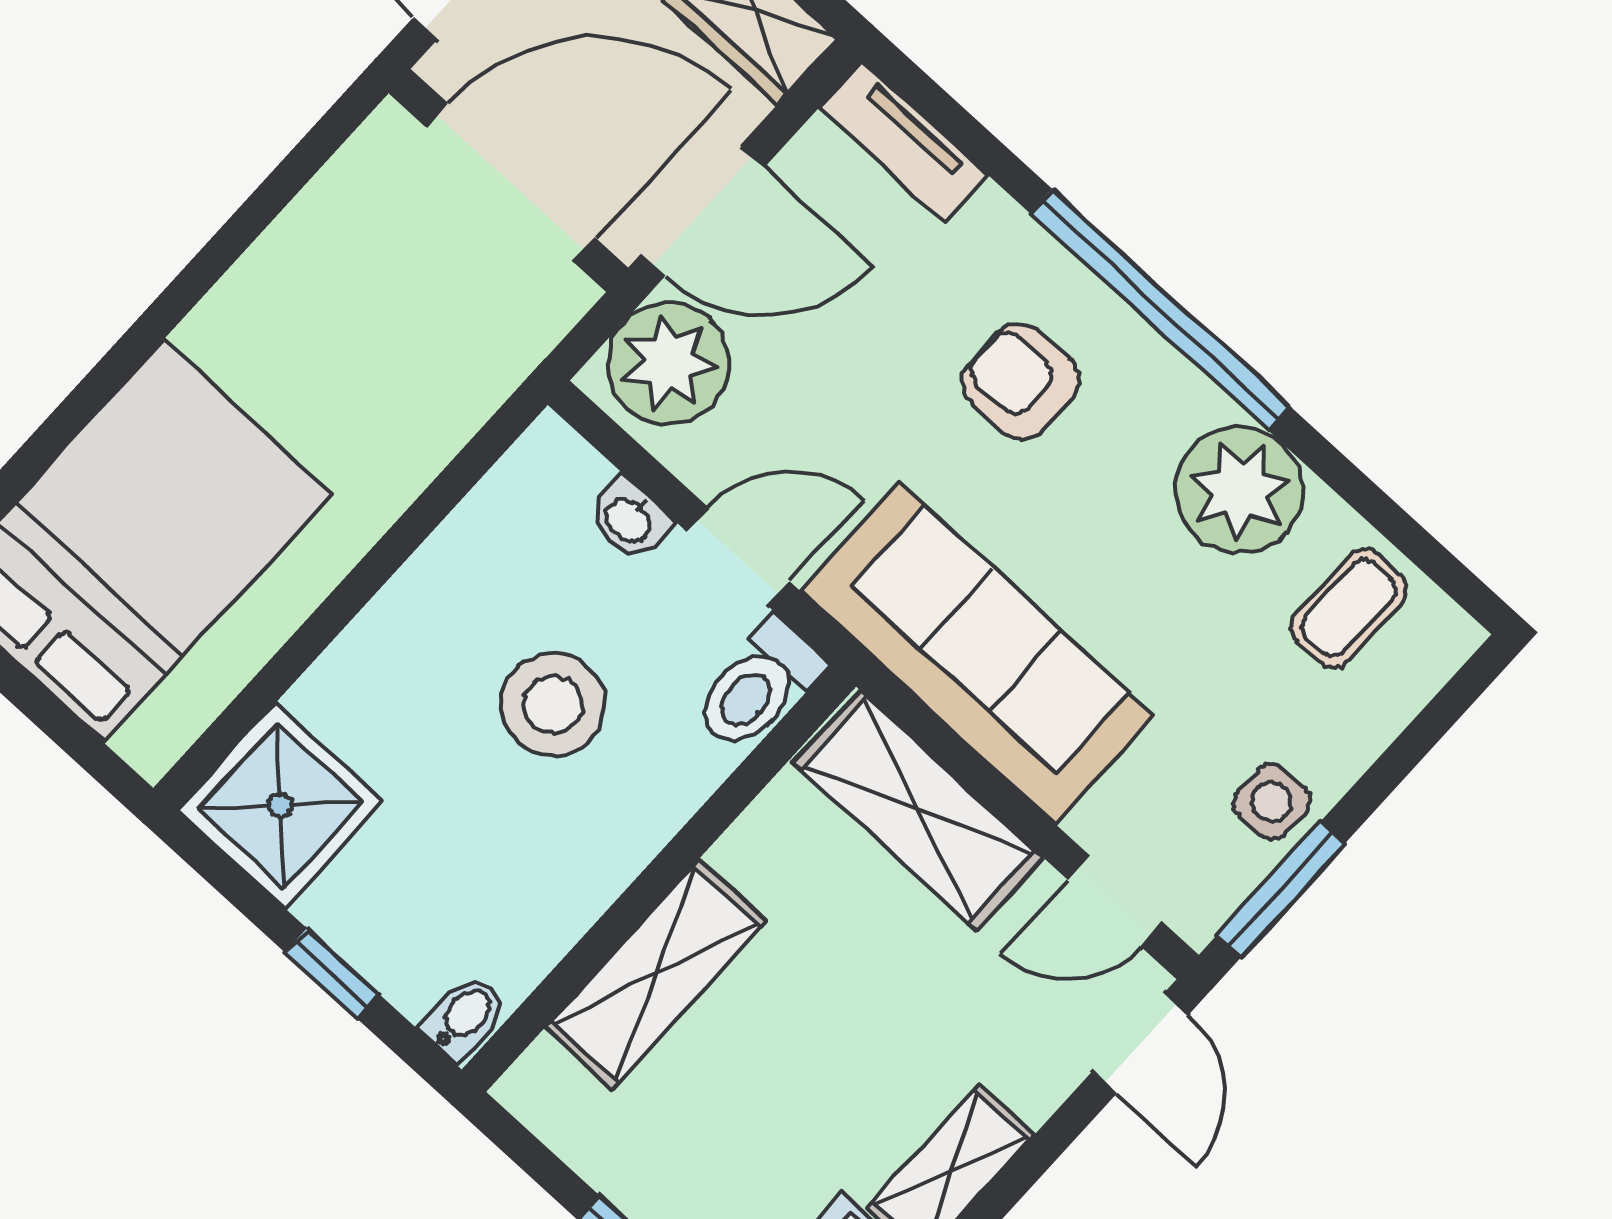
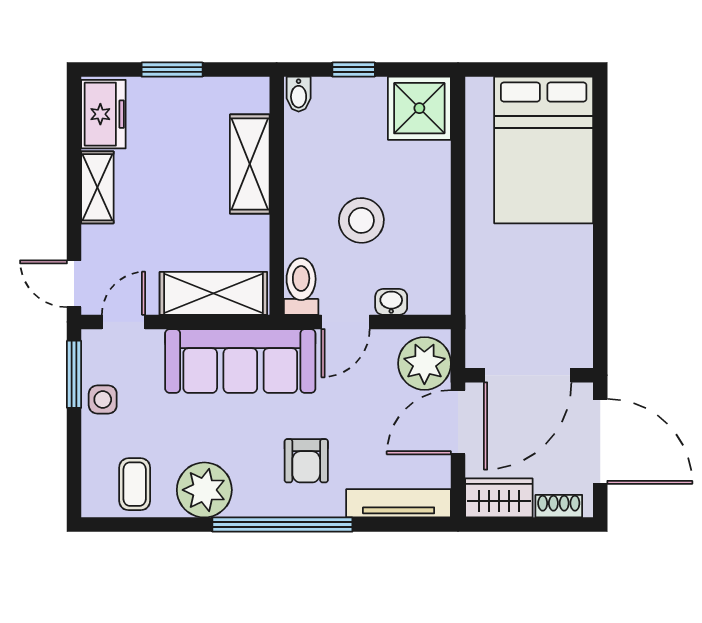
tv unit: (904, 142) -> (399, 503), width x1.41
armchair: (1020, 381) -> (306, 461), turned 90

